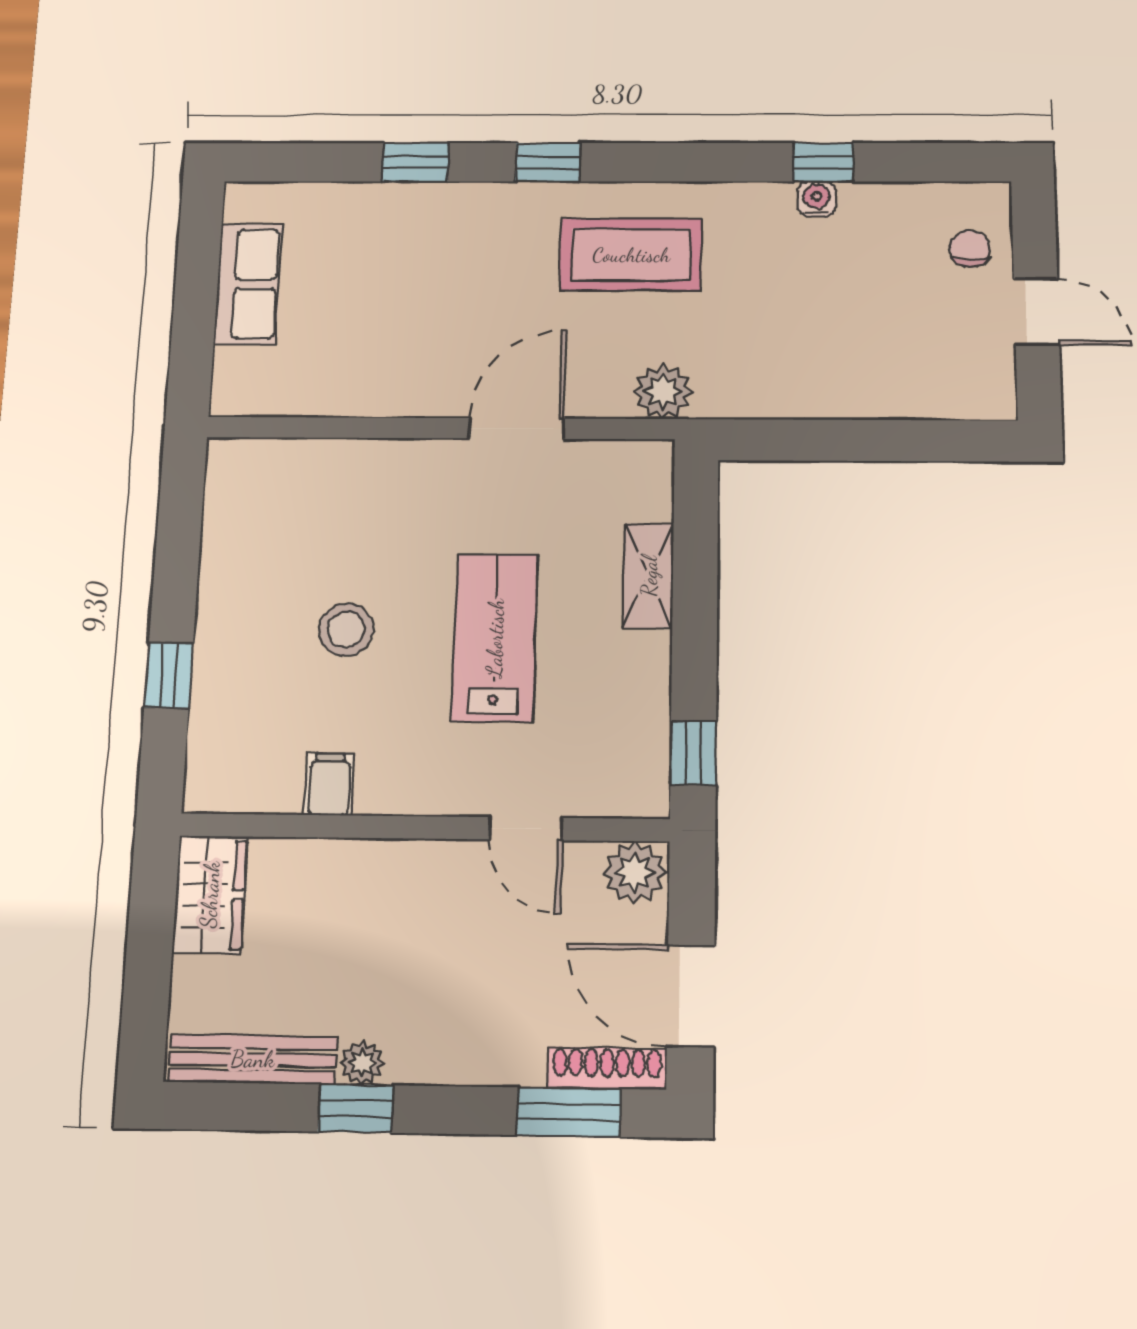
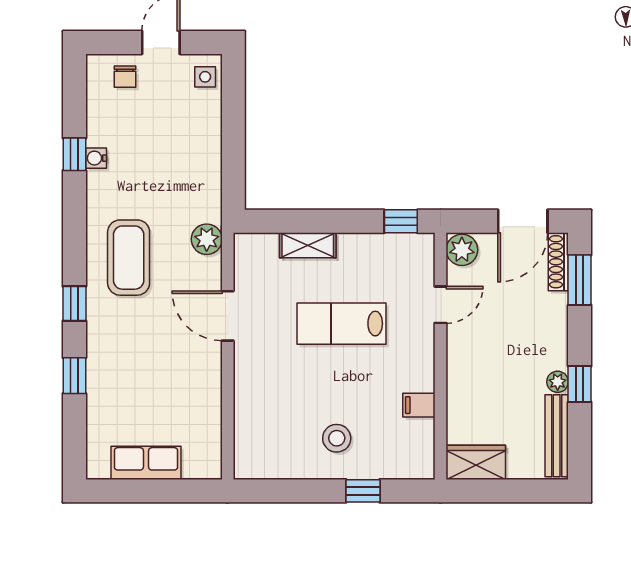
chair: (970, 249) -> (125, 77), turned -90
side table: (973, 390) -> (205, 77), added
stool: (346, 630) -> (337, 438), moved

